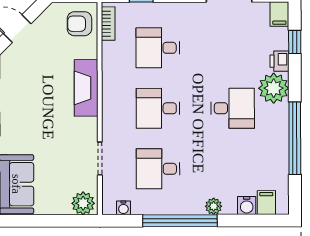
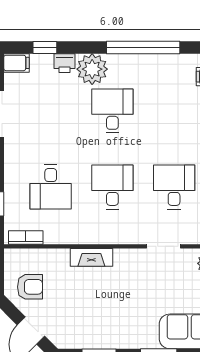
armchair: (79, 24) -> (30, 287), moved, turned -90
fireplace: (86, 88) -> (91, 257), width x0.73, depth x0.76
desk: (158, 108) -> (112, 187), turned 180
desk: (158, 169) -> (174, 187), turned 180

